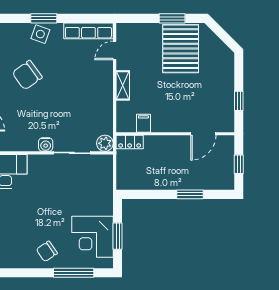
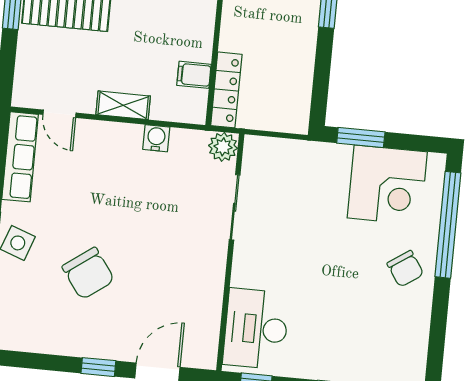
locker: (130, 142) -> (226, 90), width x1.53
water cooler: (46, 145) -> (156, 138), moved, turned -90
window: (118, 236) -> (361, 137), moved
window: (74, 273) -> (448, 225), width x1.46

